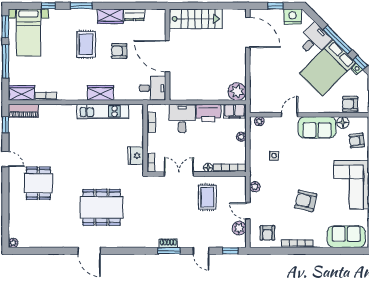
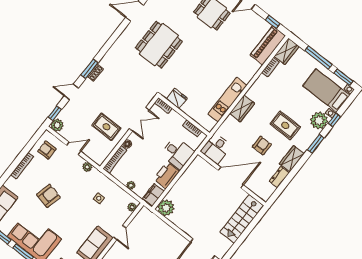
plant: (59, 19) -> (319, 120), added
piano: (23, 111) -> (268, 45), width x1.37, depth x1.33
plant: (239, 228) -> (57, 125), moved

